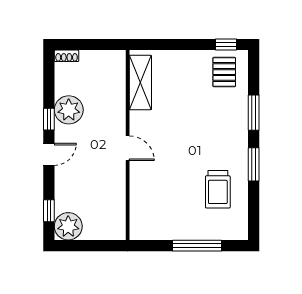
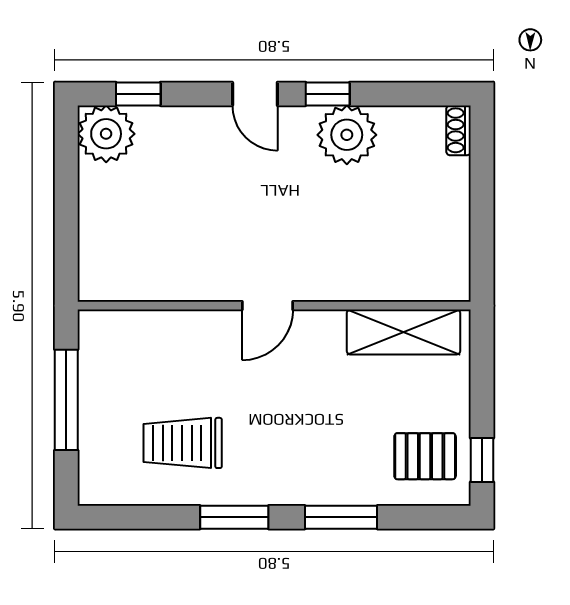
shelving: (140, 82) -> (404, 332), moved
wall: (128, 145) -> (274, 306), moved
door: (128, 148) -> (267, 306), moved

